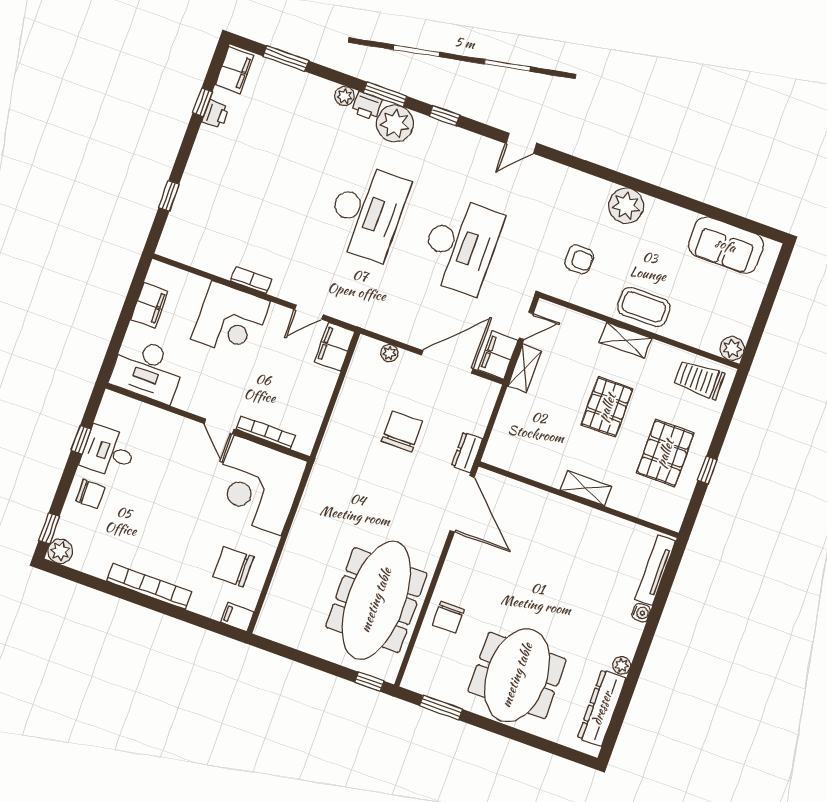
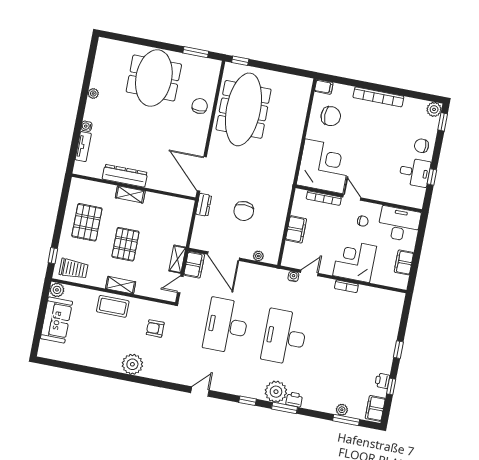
plant: (345, 96) -> (342, 410), moved
window: (169, 196) -> (398, 350), moved
sofa: (726, 245) -> (56, 320), moved, turned 90
water cooler: (336, 310) -> (293, 276), added
filing cabinet: (335, 347) -> (296, 229), moved
door: (447, 362) -> (223, 256), hinge flipped
chair: (207, 384) -> (363, 221), added
window: (707, 470) -> (53, 256), moved
tv unit: (655, 570) -> (83, 147), width x0.71
dresser: (602, 708) -> (125, 176), moved, turned -90

